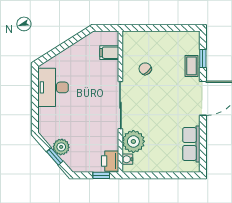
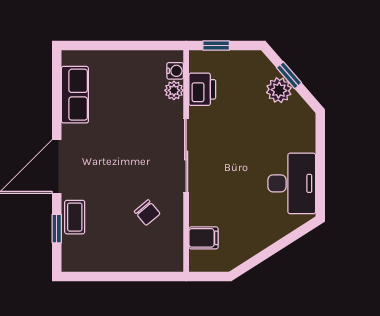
plant: (133, 141) -> (174, 90), width x0.53, depth x0.53
printer: (110, 161) -> (202, 89), moved

